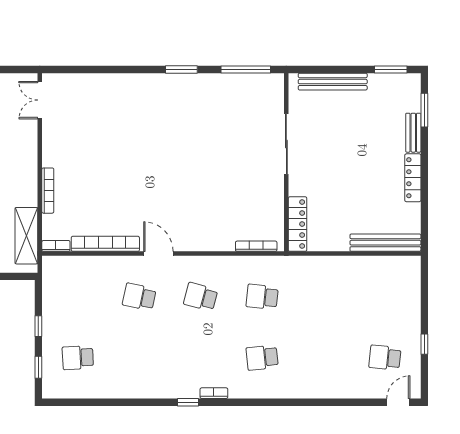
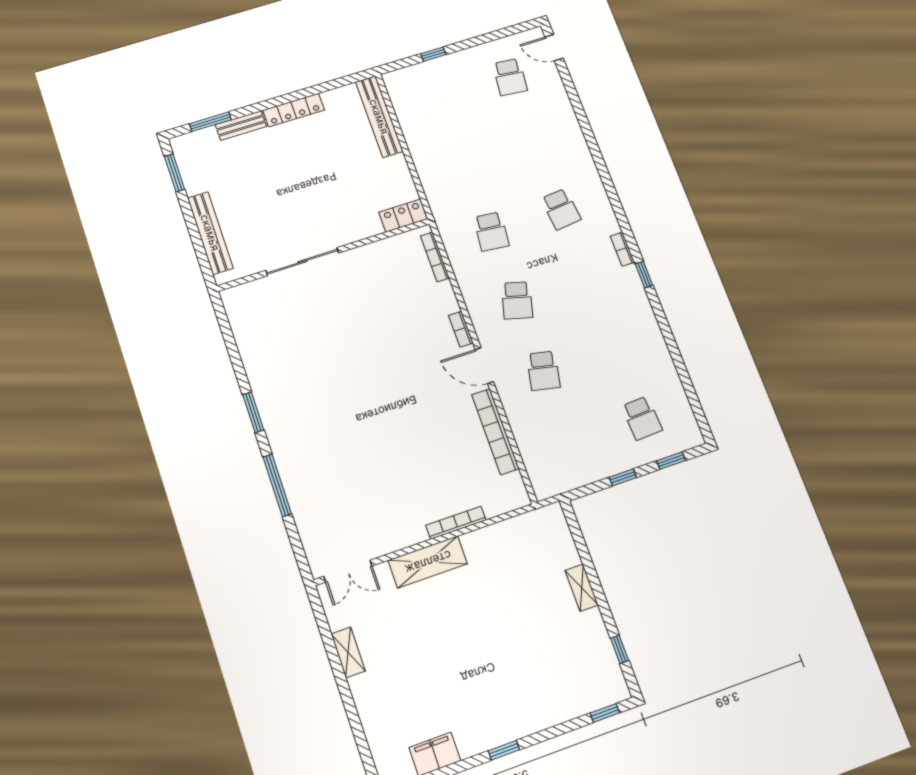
window: (246, 70) -> (277, 485), moved
locker: (298, 224) -> (403, 216), width x0.66
shelving: (26, 236) -> (428, 562), moved
bookcase: (56, 246) -> (461, 329), moved
door: (158, 254) -> (484, 366), hinge flipped
window: (424, 344) -> (433, 54), moved

